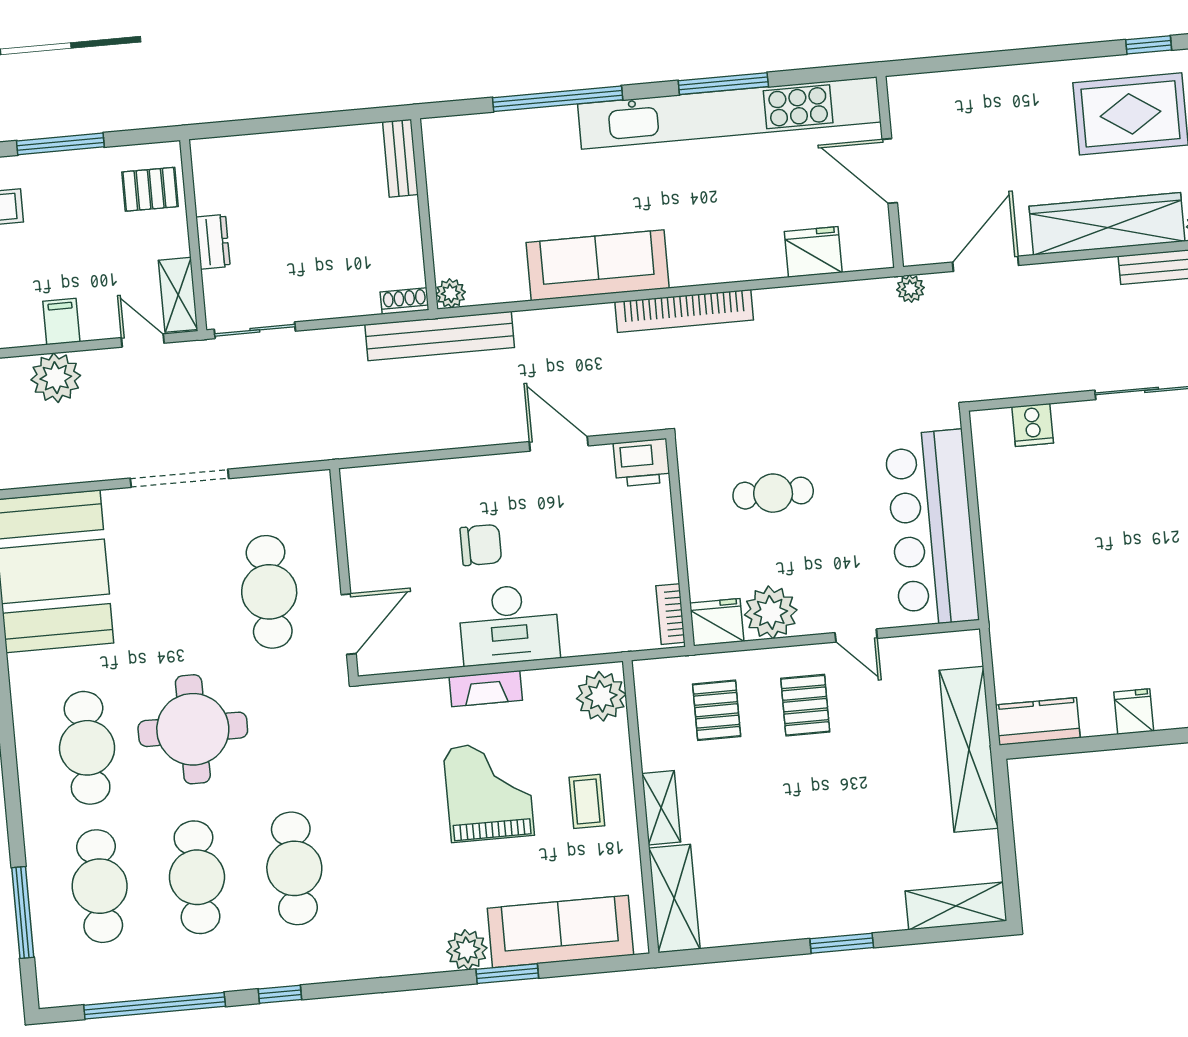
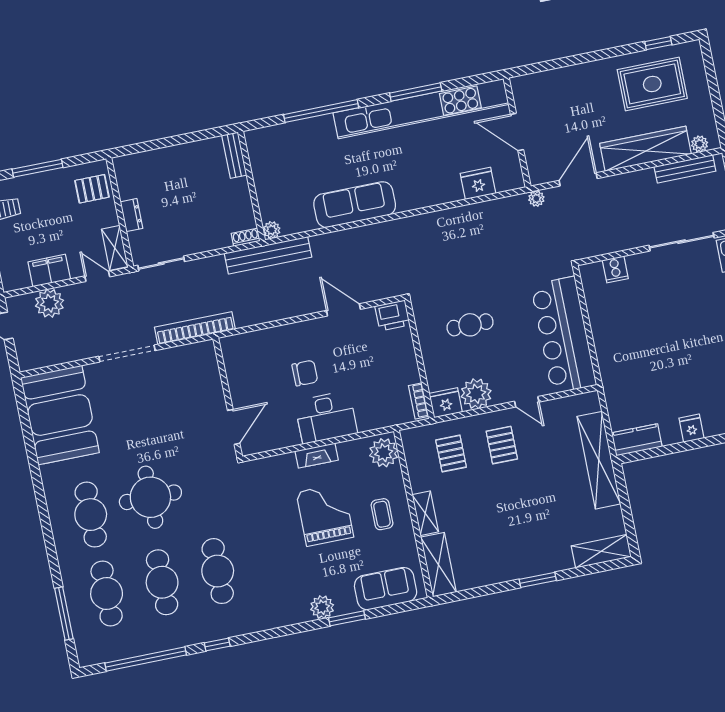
bookcase: (684, 311) -> (195, 328), moved, turned 180
filing cabinet: (61, 321) -> (49, 271), width x2.00
cafe table: (269, 592) -> (186, 413), removed
sofa: (560, 932) -> (386, 589), width x0.73

